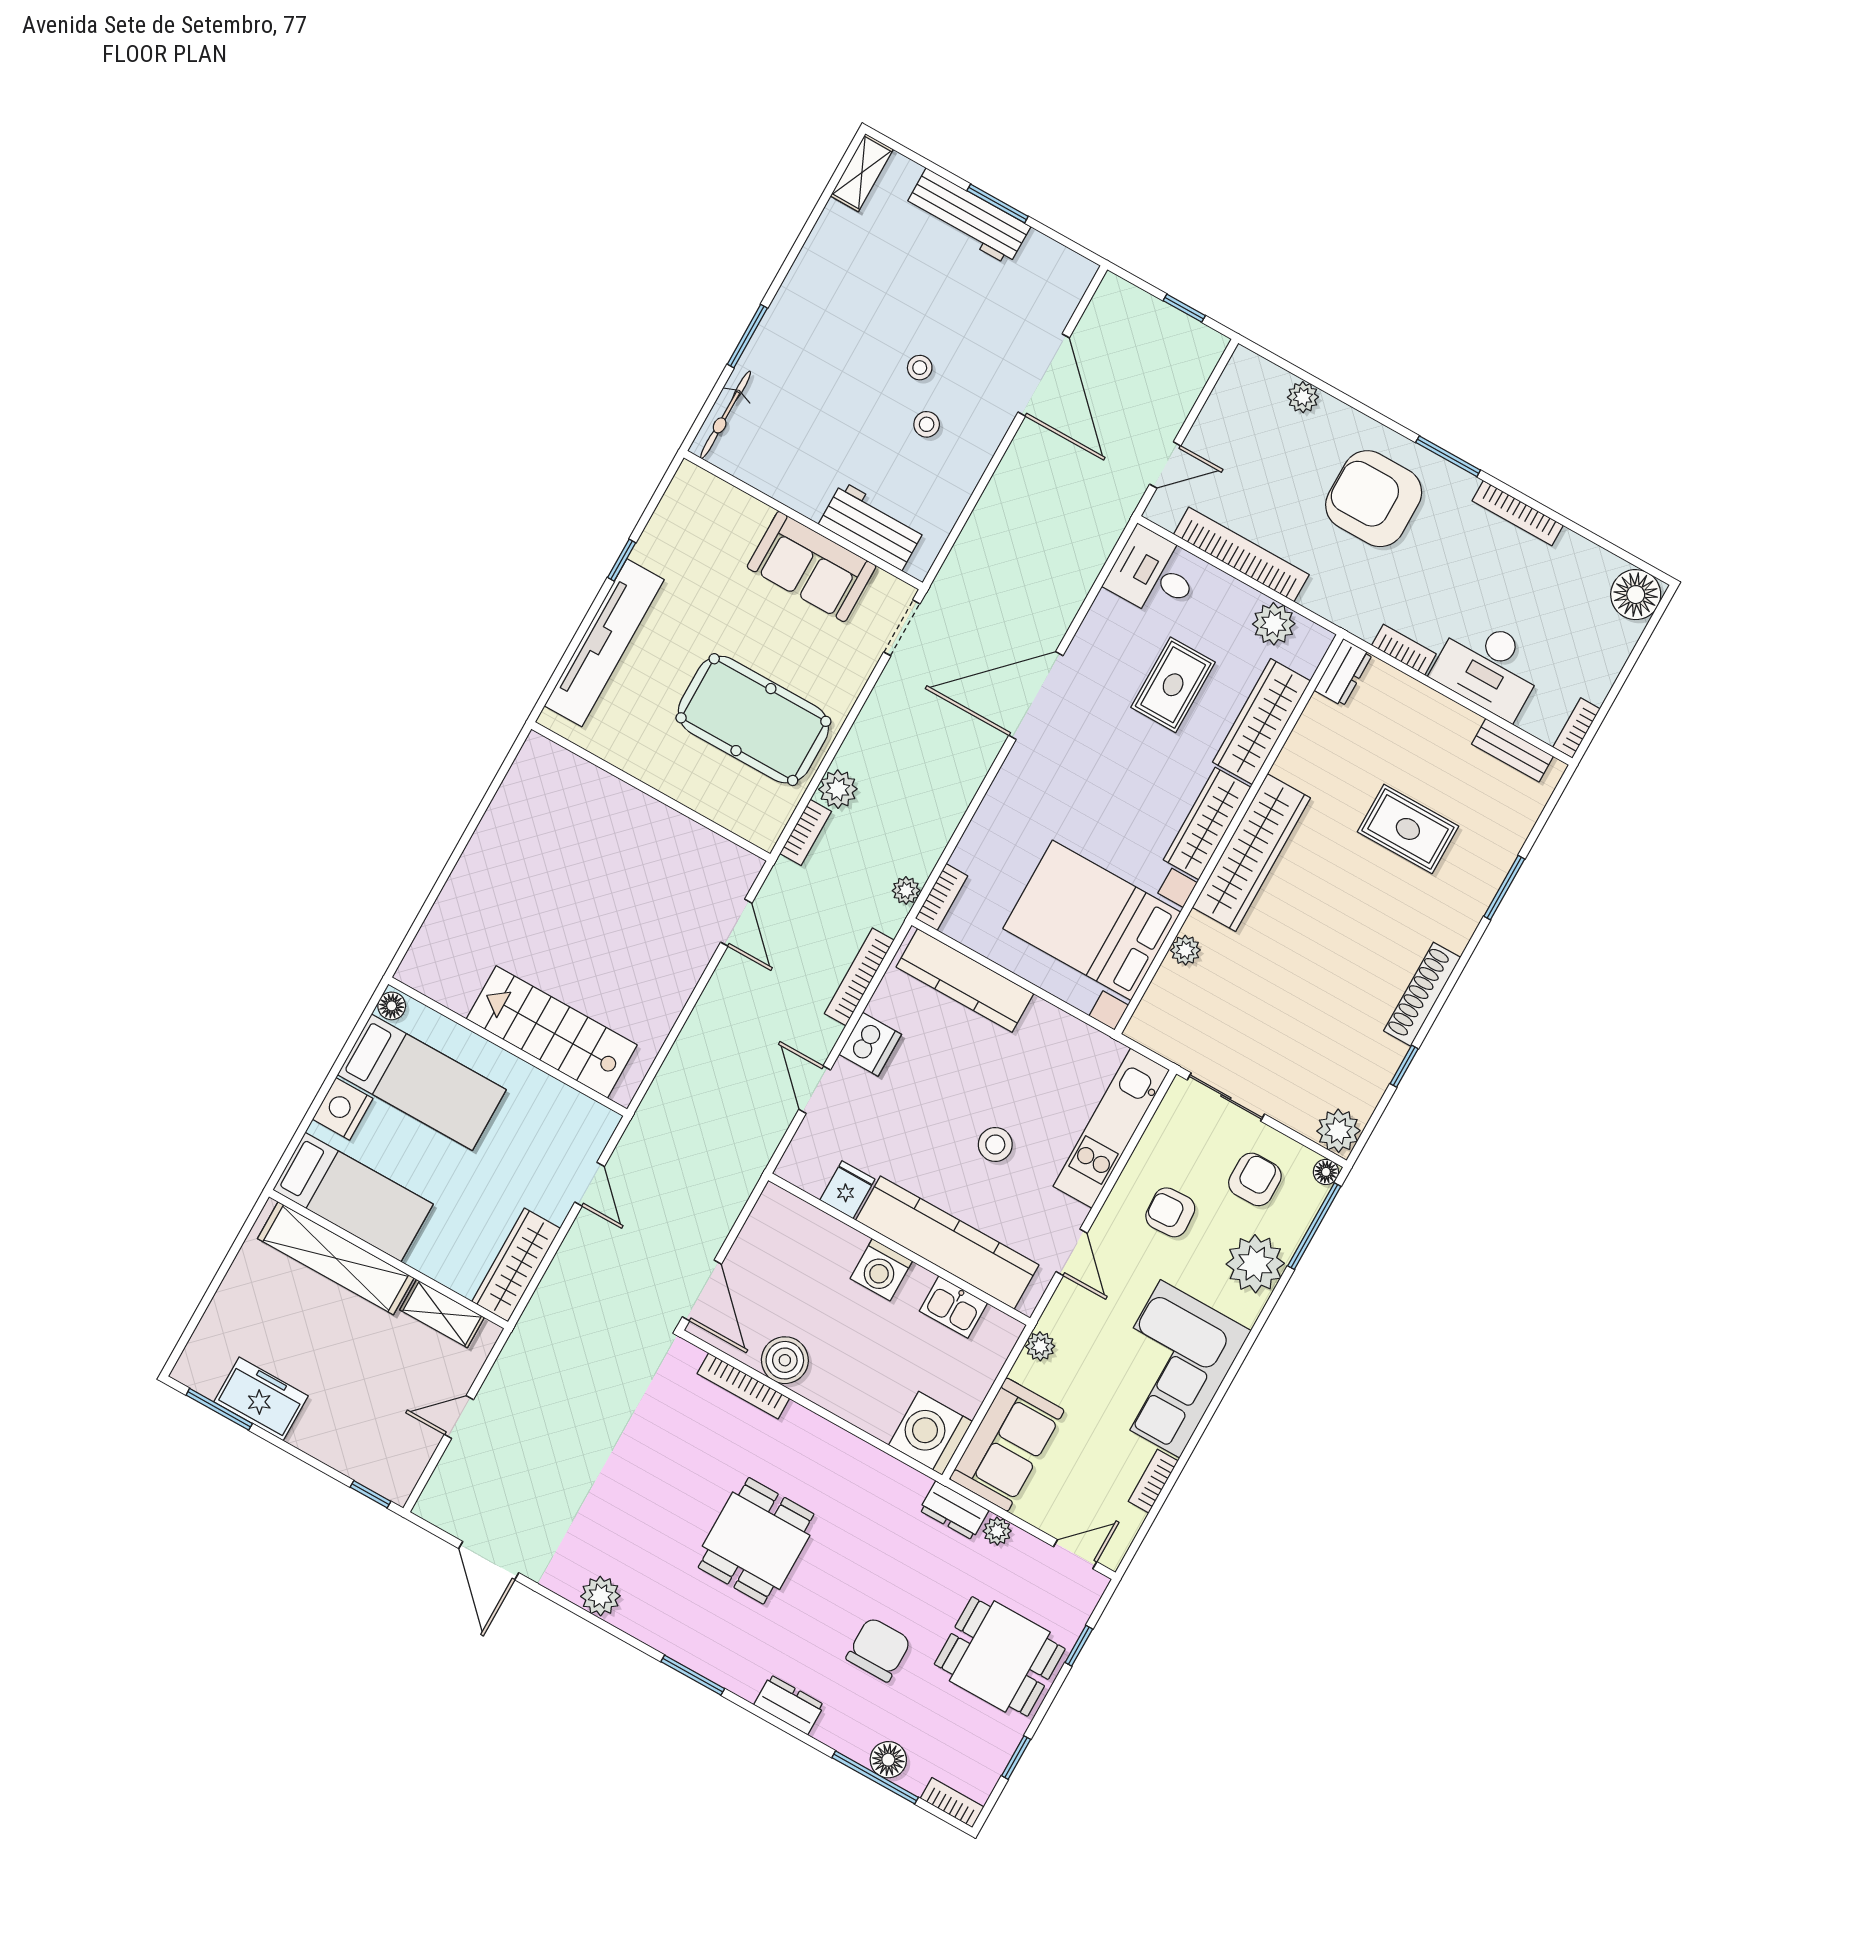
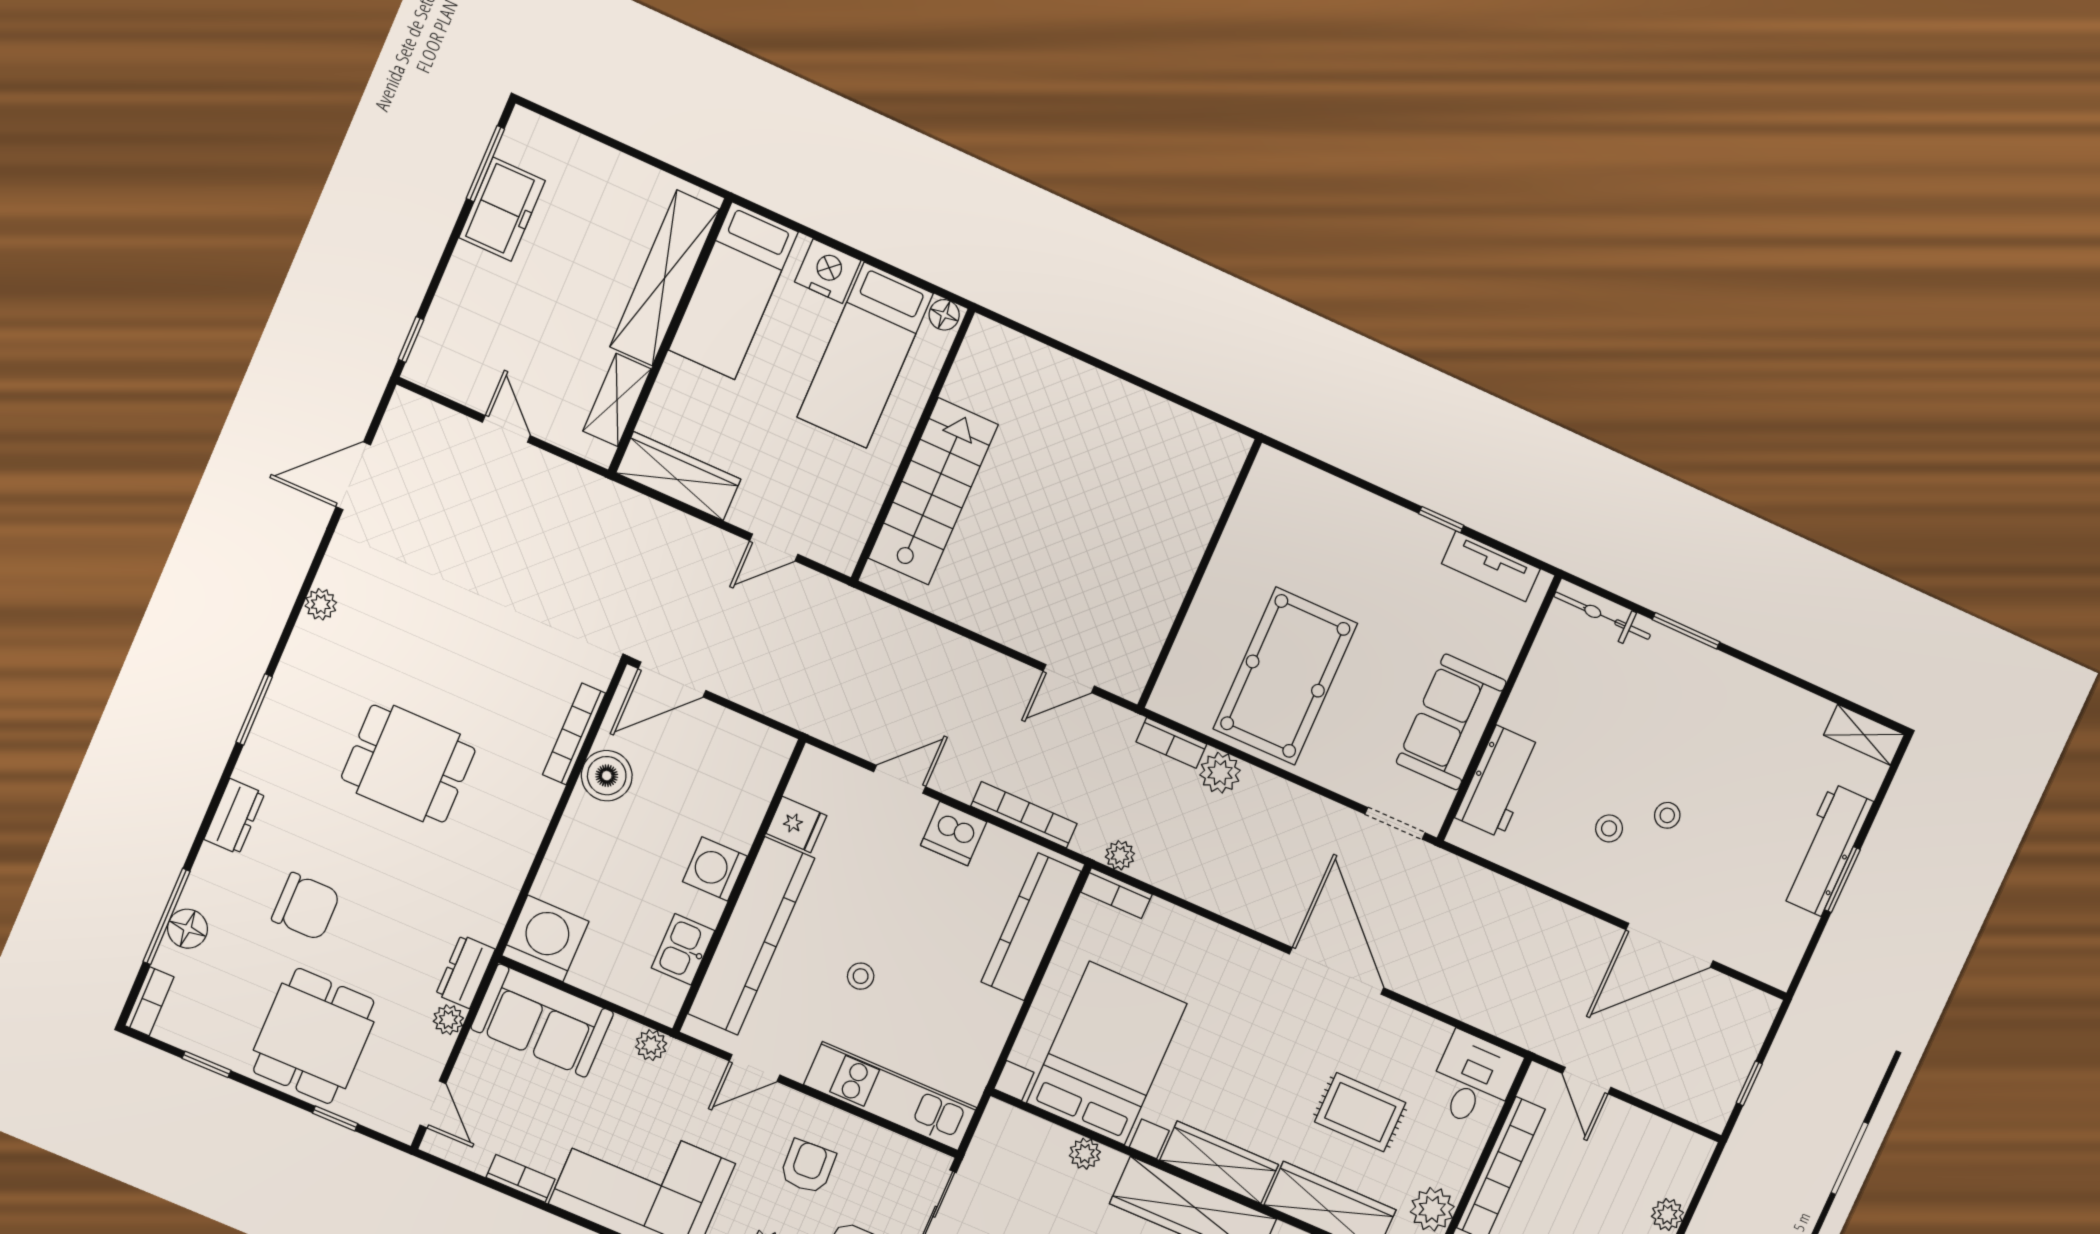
tv unit: (604, 643) -> (1491, 566), moved, width x0.52, depth x0.78
stool: (995, 1144) -> (861, 976), width x0.73, depth x0.73
plant: (600, 1596) -> (321, 604), width x0.73, depth x0.73

